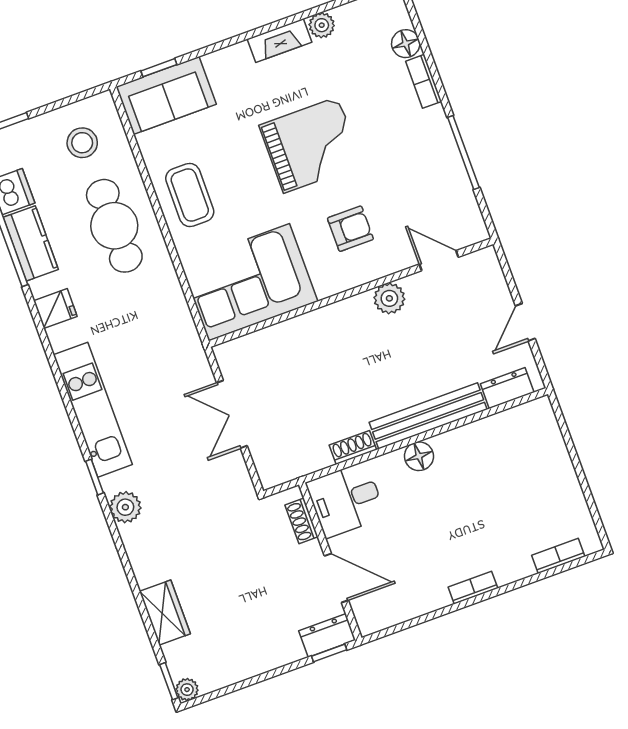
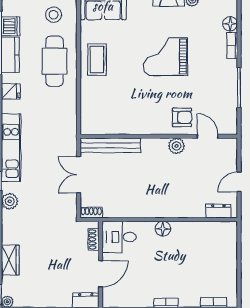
grand piano: (311, 145) -> (165, 57), turned 180
armchair: (350, 229) -> (182, 117), moved
corner sofa: (249, 282) -> (110, 113), removed
bench: (428, 416) -> (110, 145), moved
shoe rack: (353, 447) -> (91, 213), moved
door: (336, 578) -> (101, 274), hinge flipped

